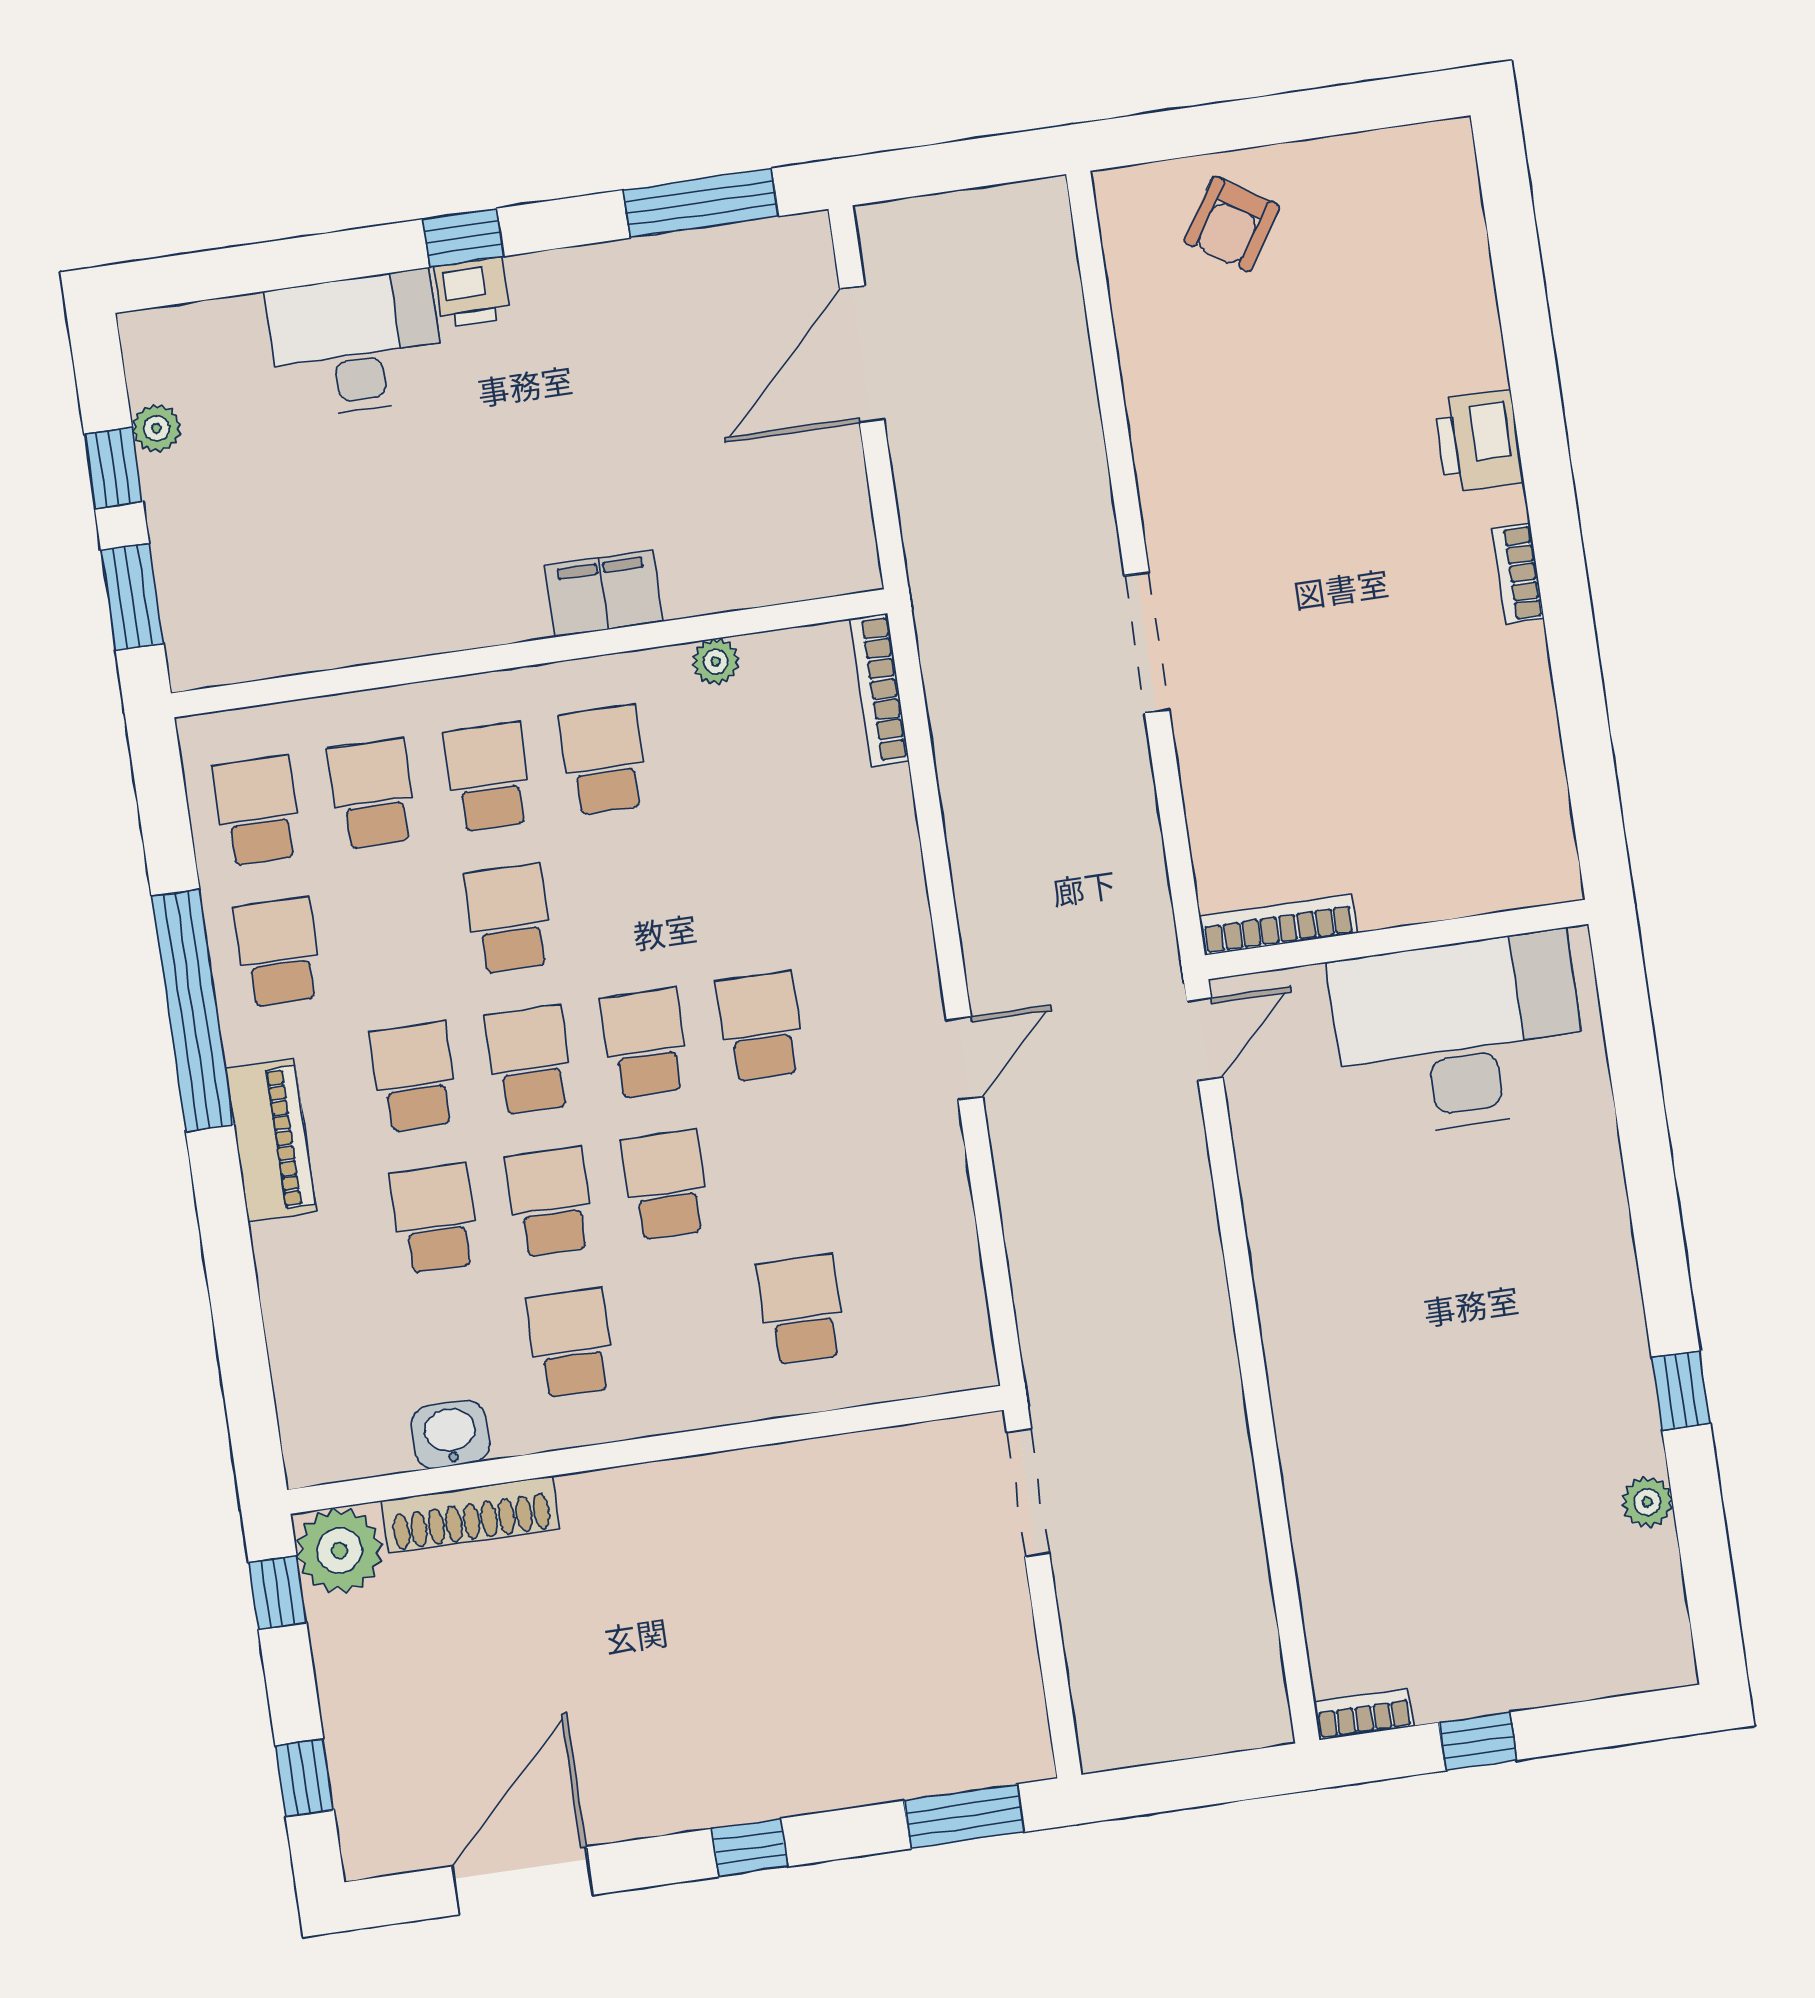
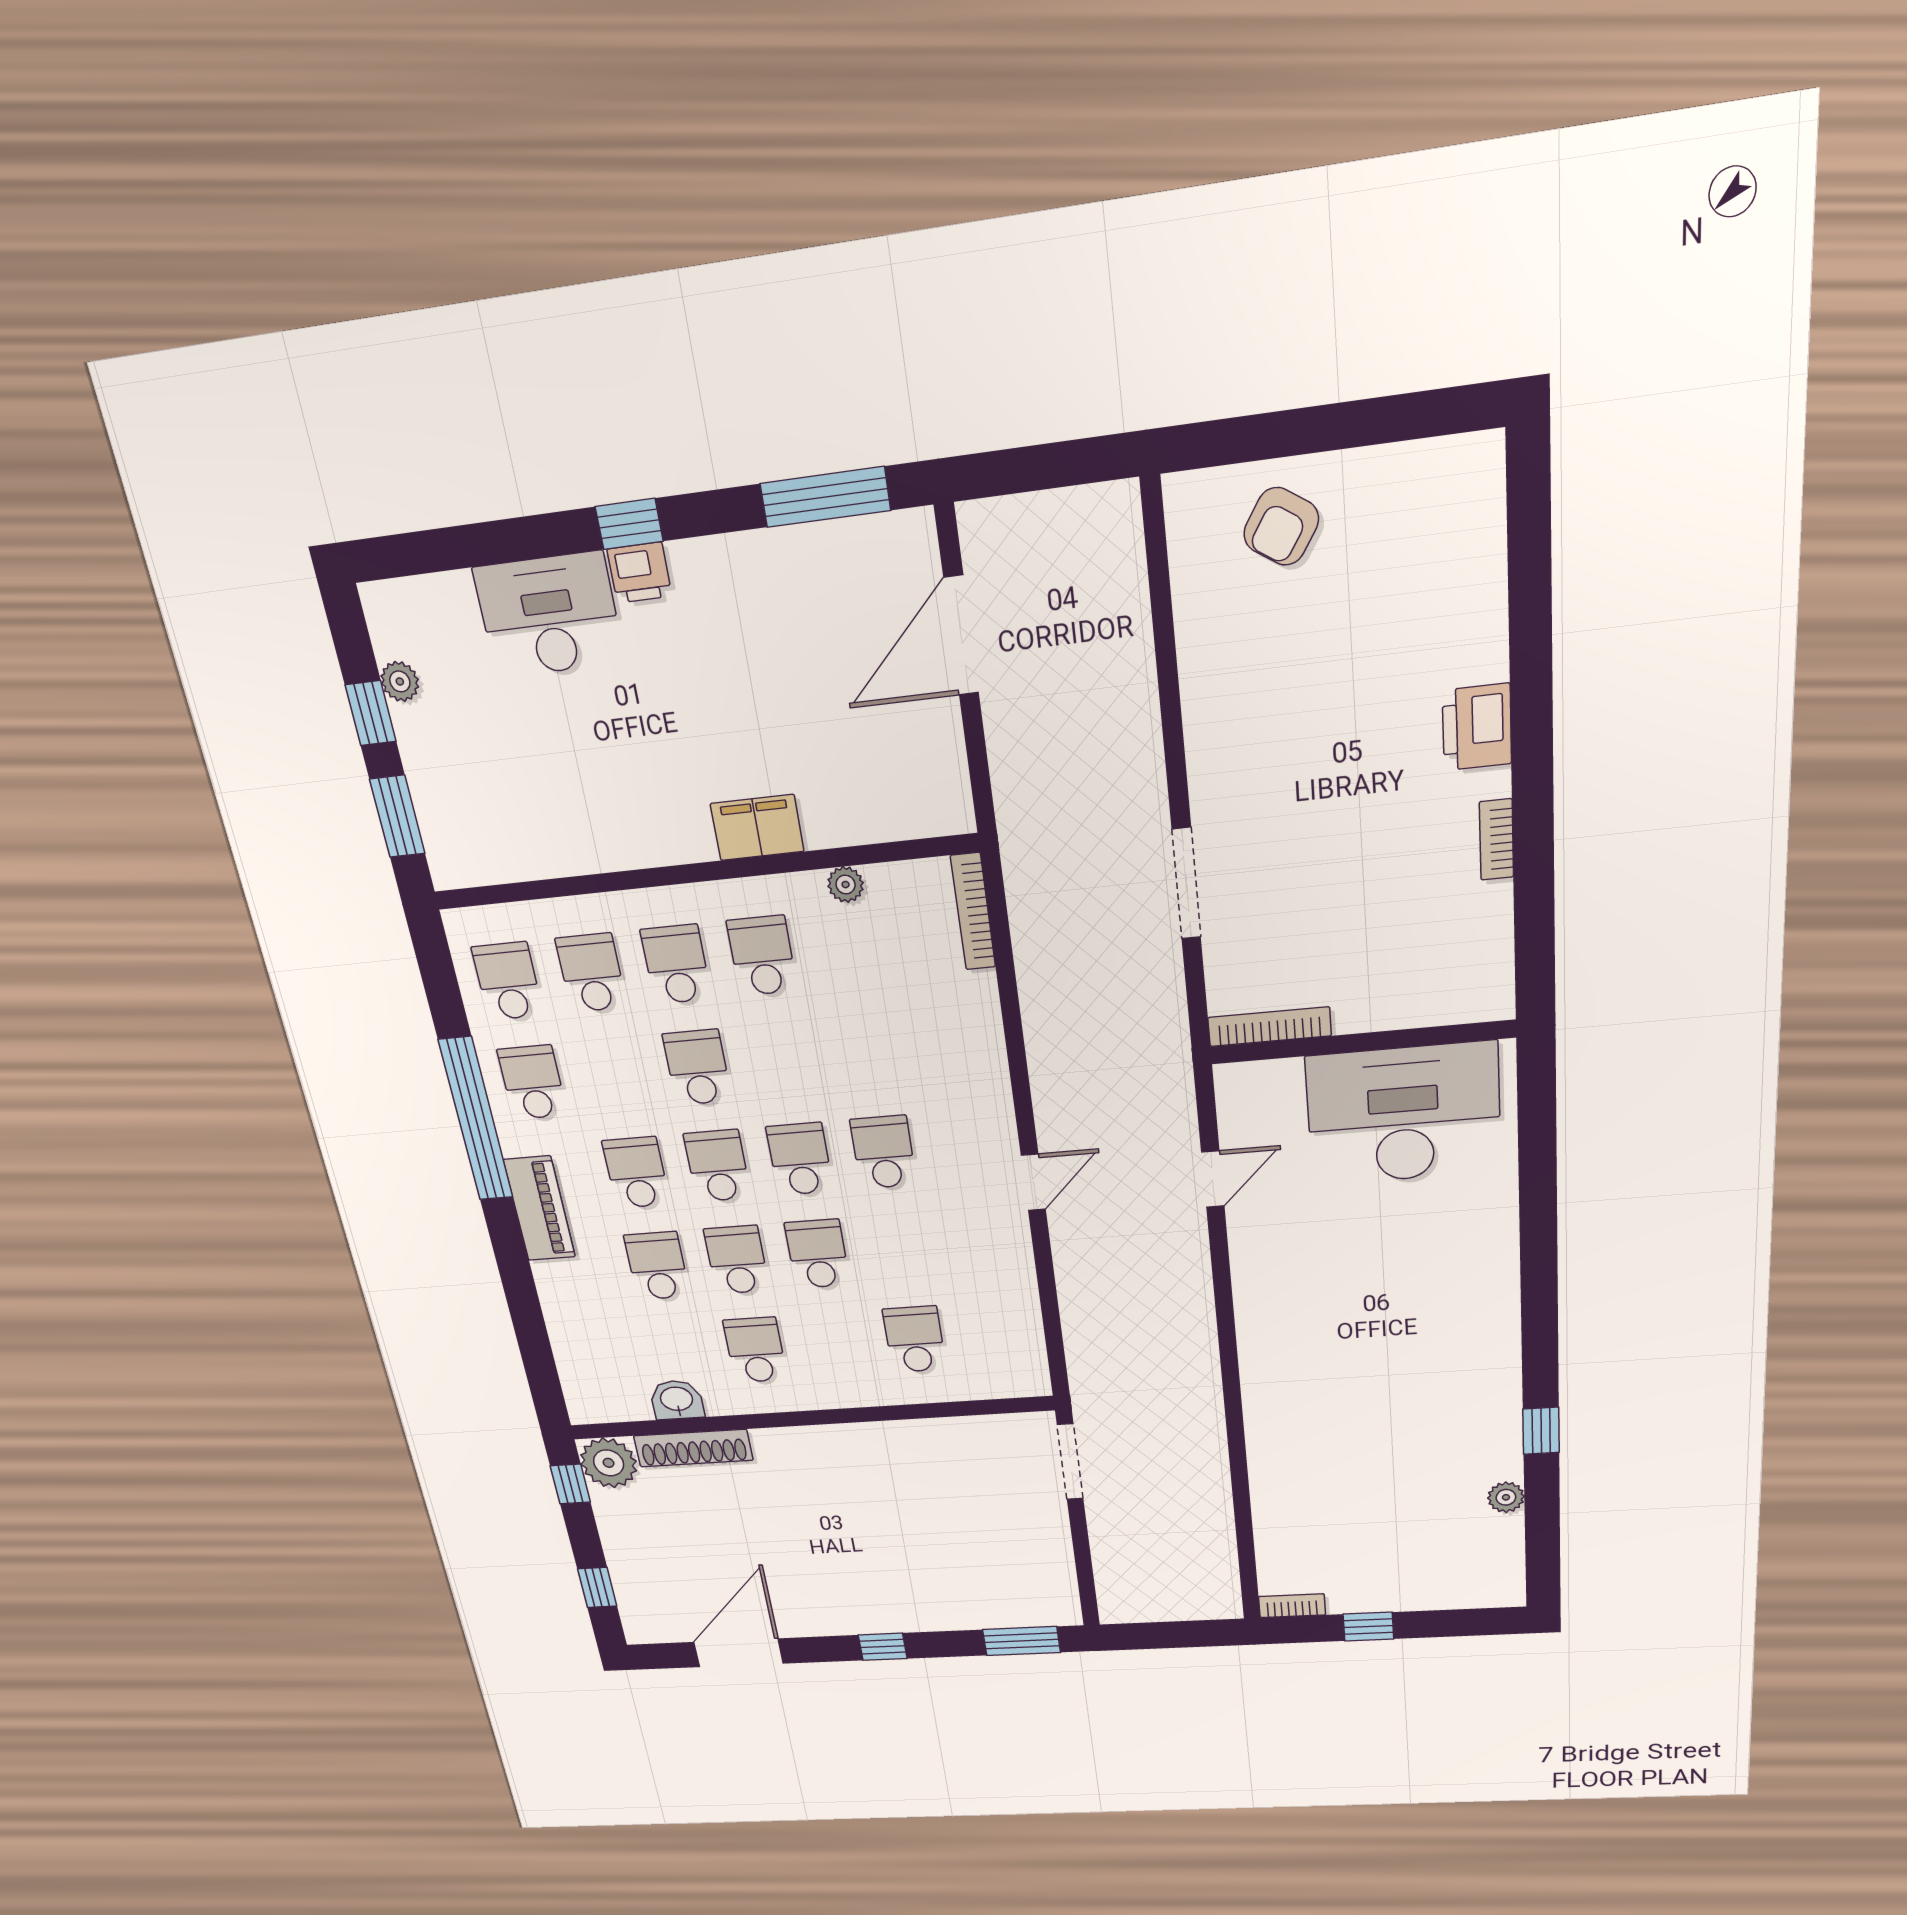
bookcase: (1278, 925) -> (1269, 1027), moved
wall: (1397, 940) -> (1362, 1042), moved
desk: (1459, 1035) -> (1403, 1114), moved

